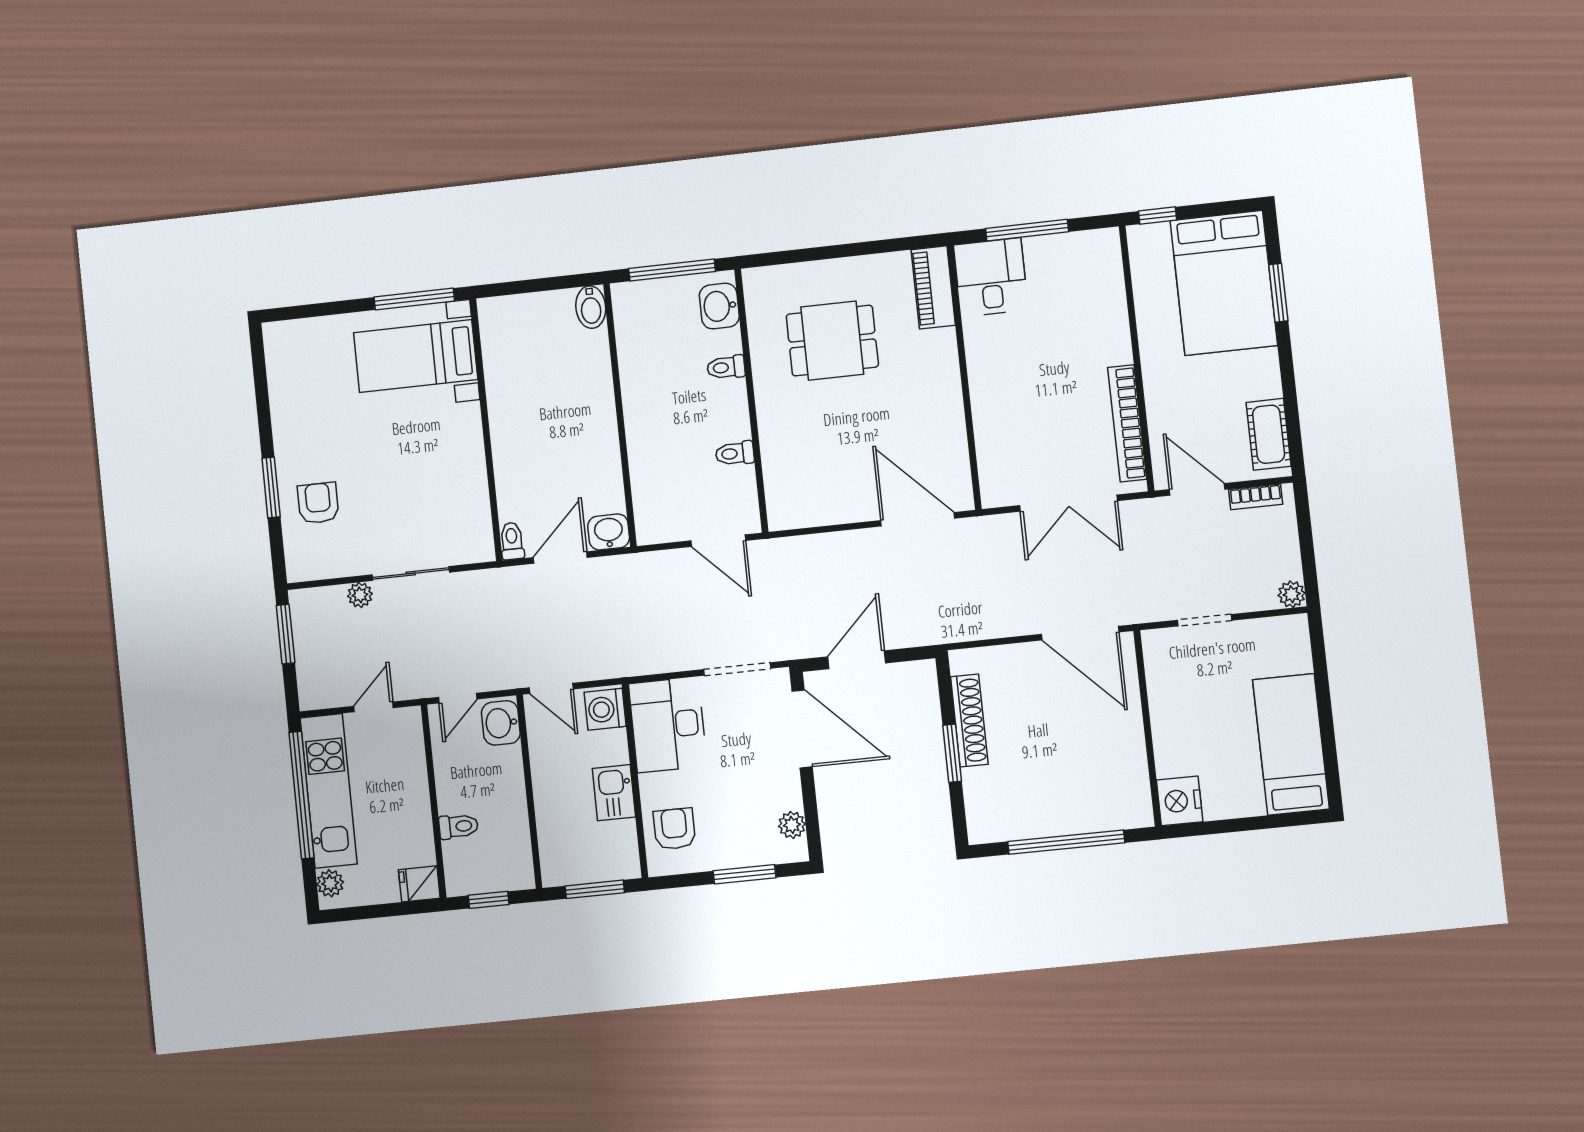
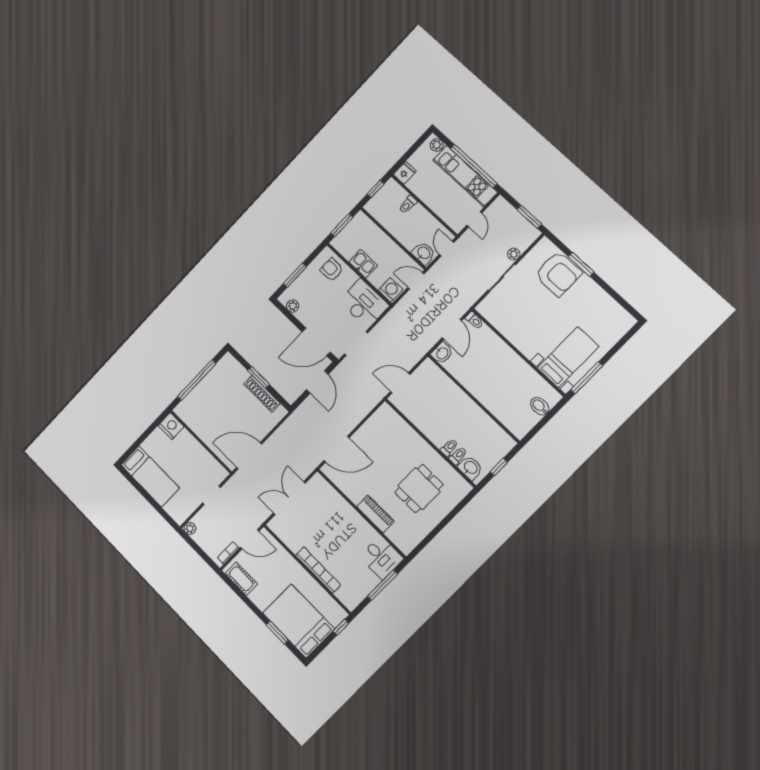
window: (672, 270) -> (499, 467), width x0.46
piano: (933, 287) -> (376, 514), moved
bidet: (591, 307) -> (540, 406), moved
bookcase: (1127, 423) -> (318, 570), moved
toilet: (735, 453) -> (458, 456), moved
armchair: (318, 503) -> (558, 274), width x1.88, depth x1.88
armchair: (674, 829) -> (332, 270), turned 180

